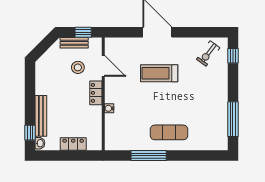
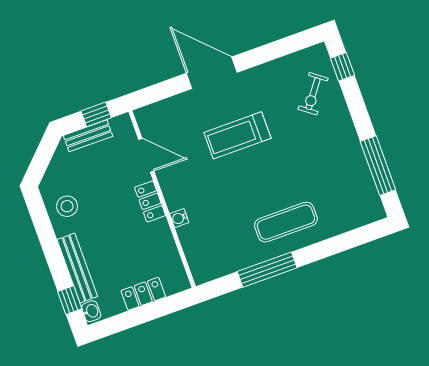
exercise bike: (208, 53) -> (313, 94), moved
stool: (78, 67) -> (67, 206), moved

